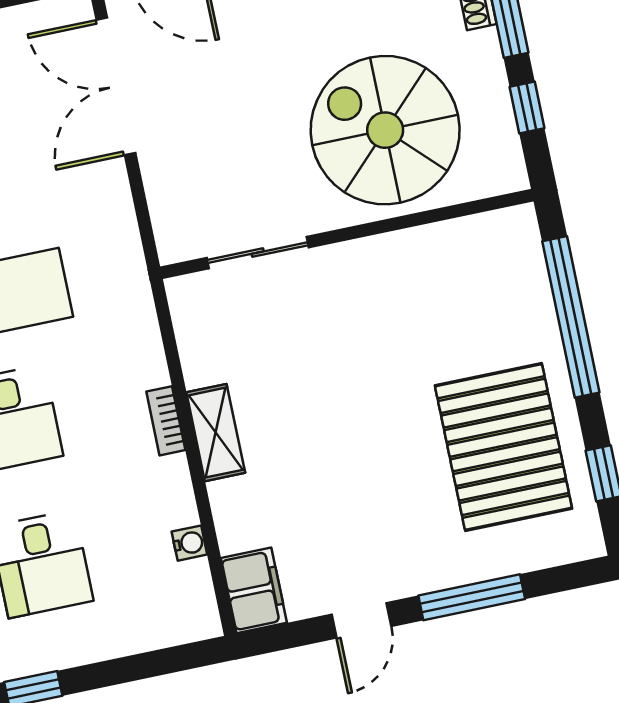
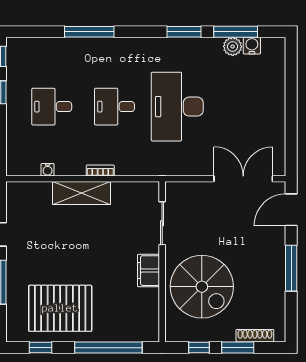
spiral stairs: (385, 130) -> (202, 287), turned 90
shelving: (216, 433) -> (81, 193), width x1.50, depth x1.33
filing cabinet: (254, 590) -> (149, 271), moved, turned 90

